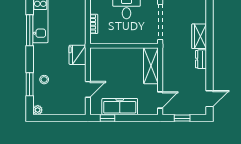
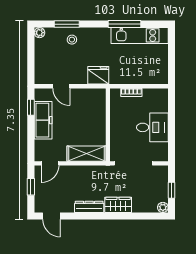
dresser: (201, 59) -> (89, 207), width x1.44
door: (160, 100) -> (50, 163), hinge flipped

